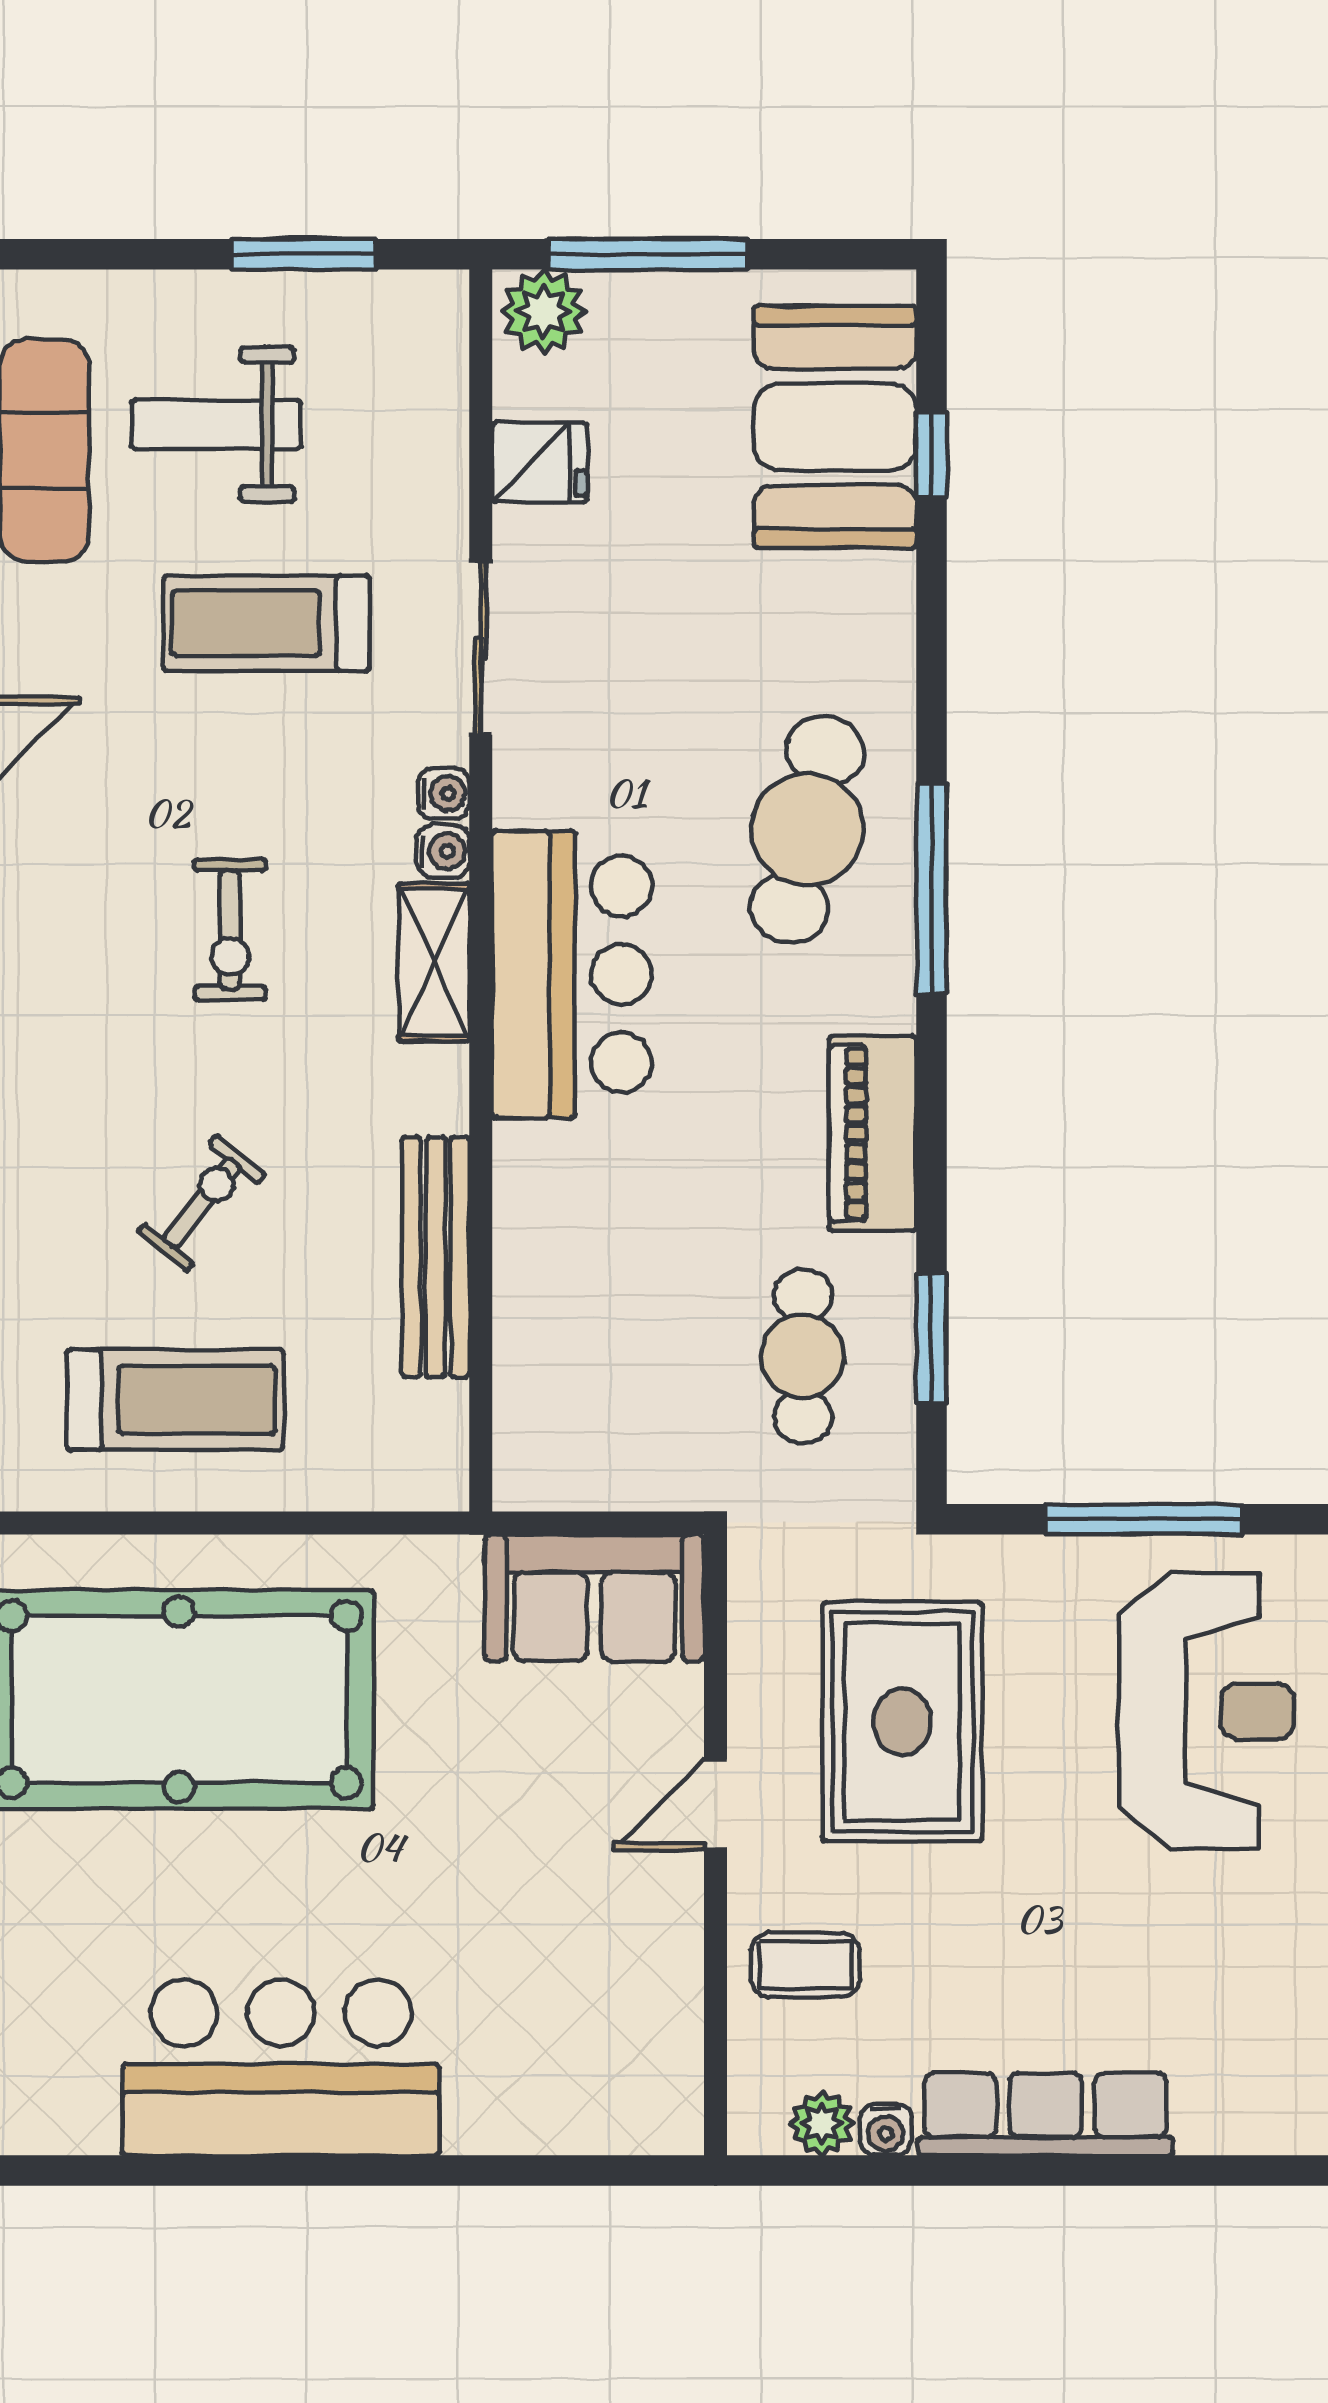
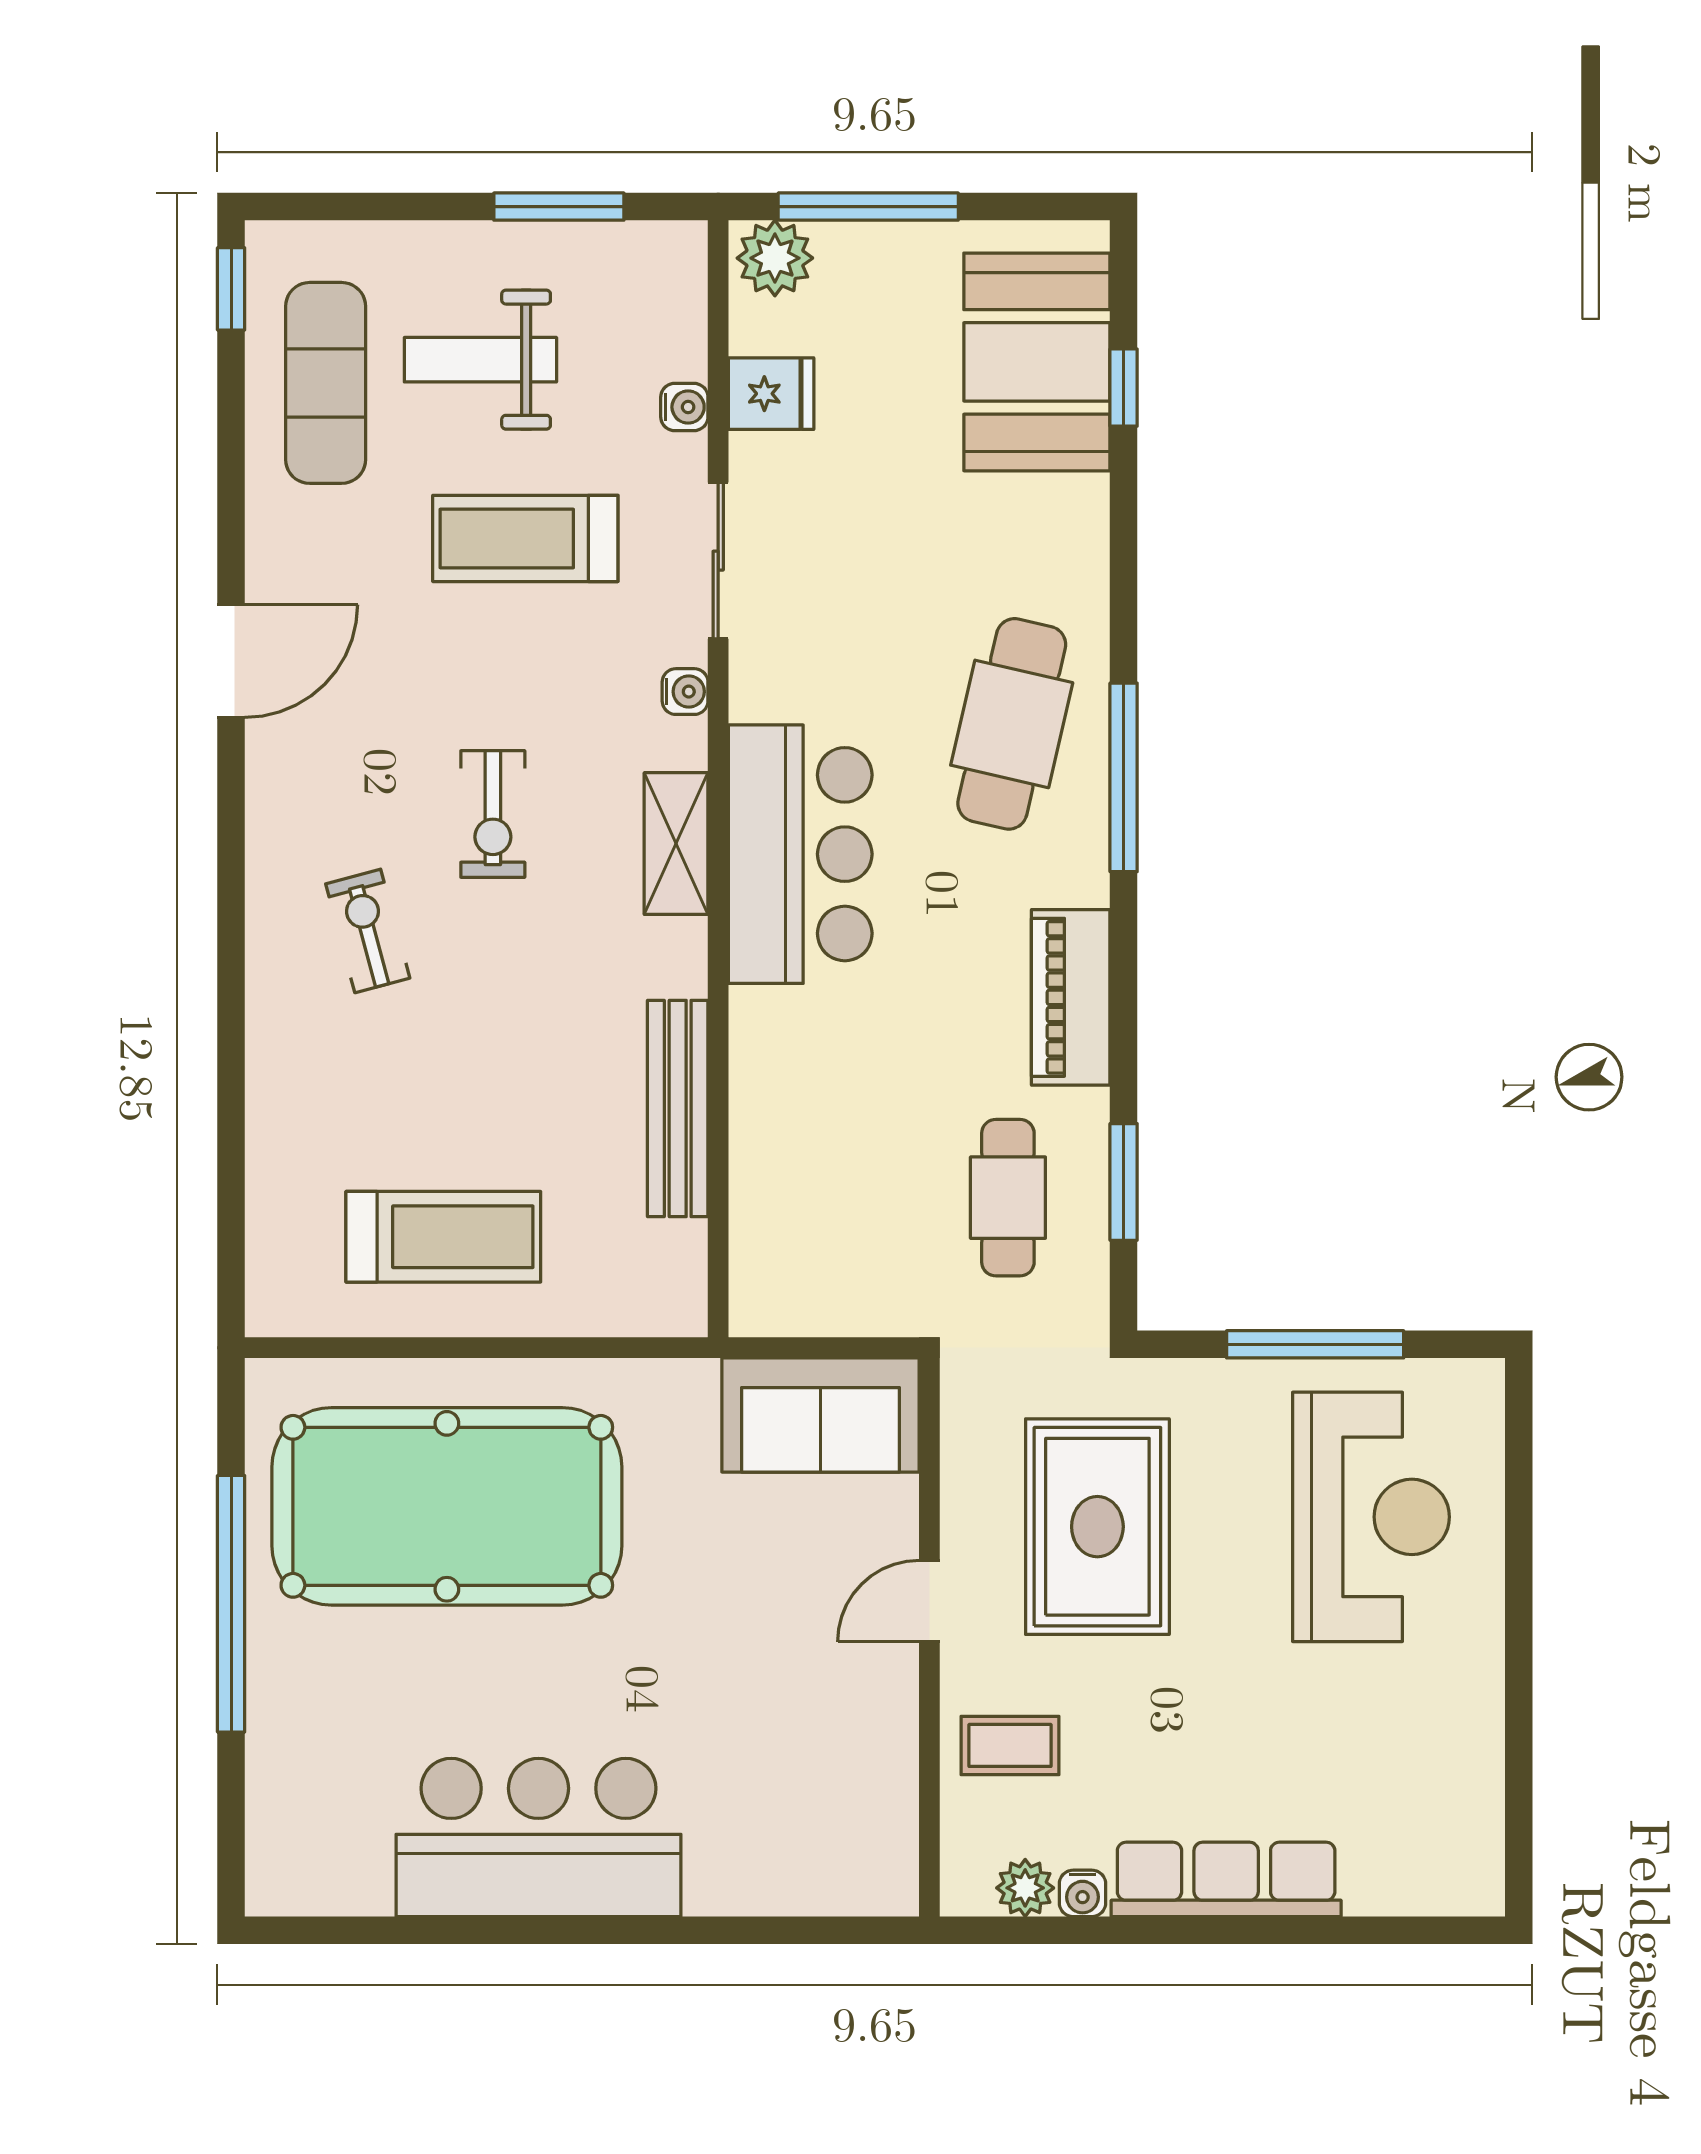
water cooler: (443, 851) -> (684, 407), moved
exercise bike: (202, 1203) -> (368, 931), moved, turned -54

